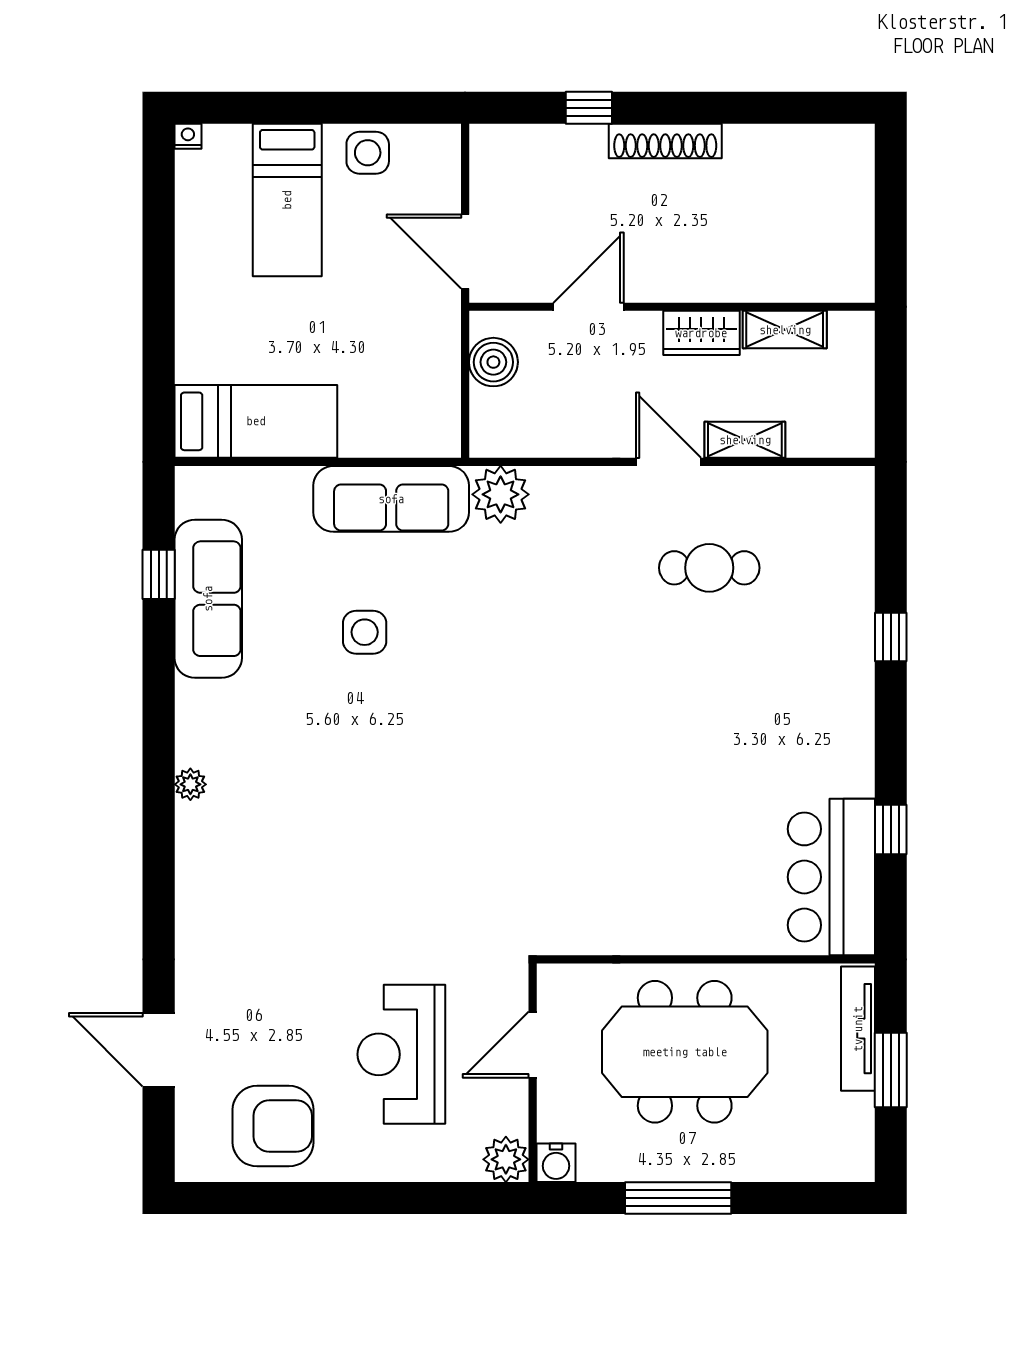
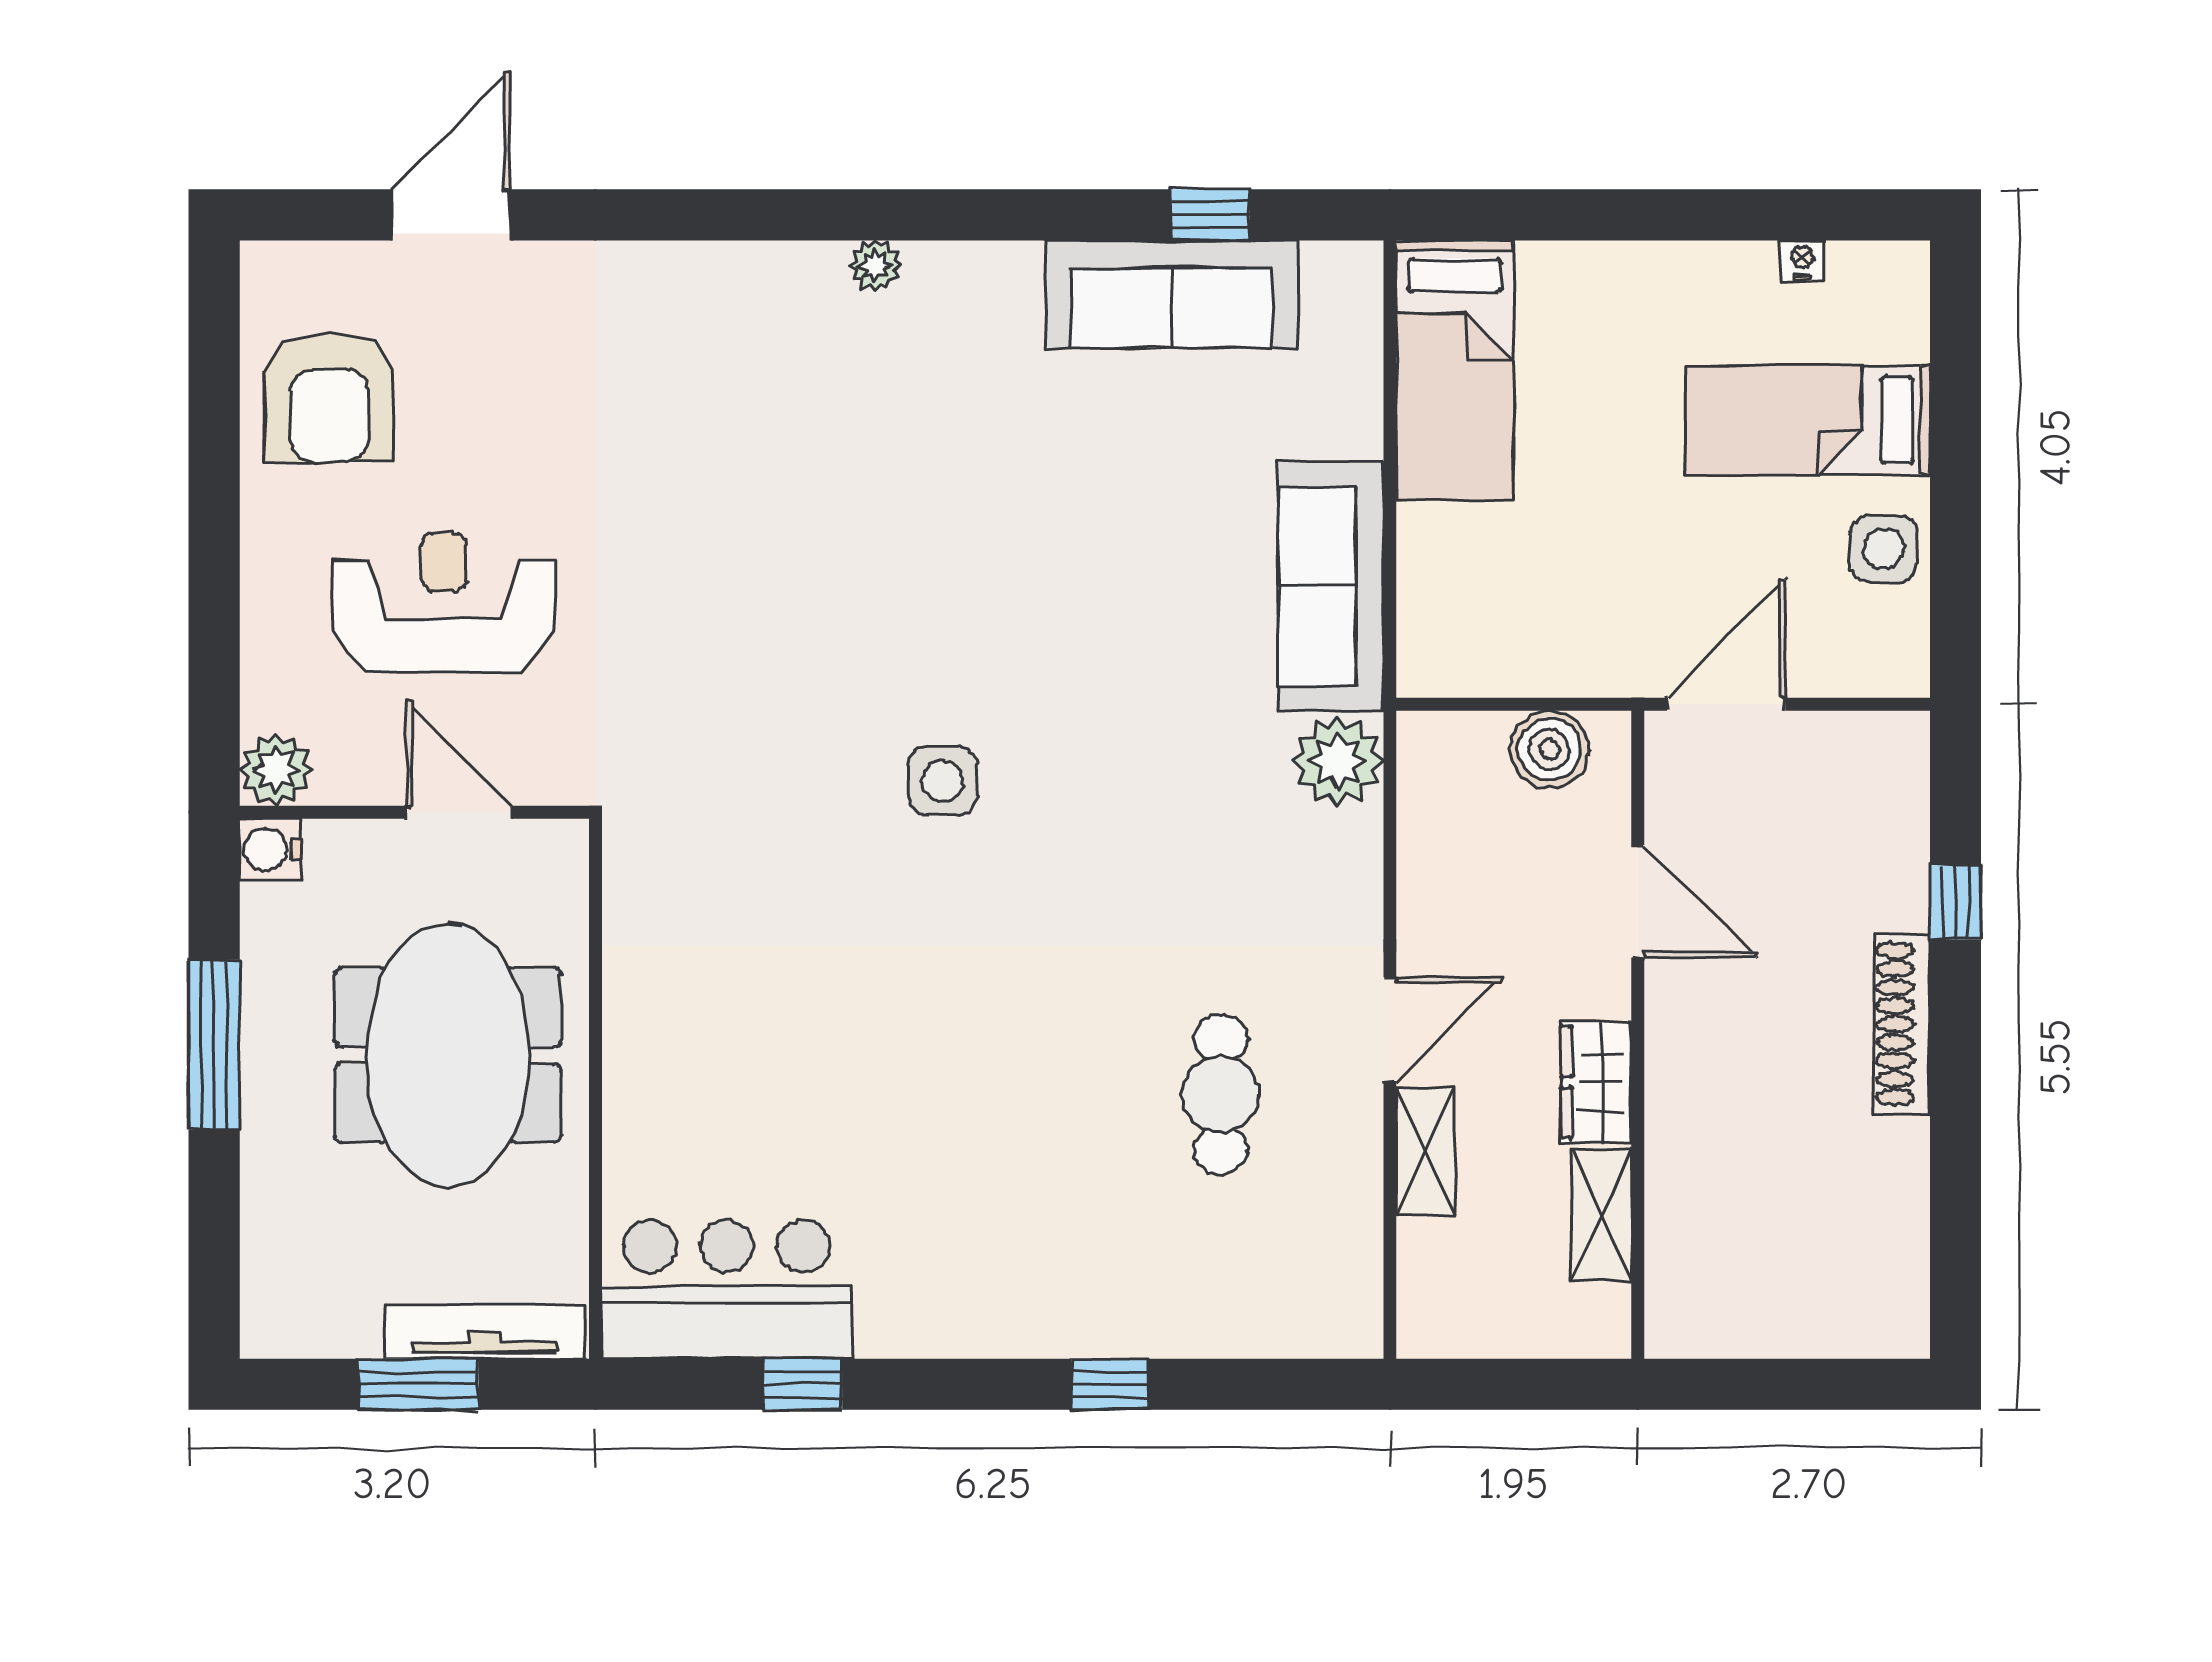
nightstand: (188, 136) -> (1803, 260), moved, turned -90
side table: (365, 632) -> (942, 781), moved

